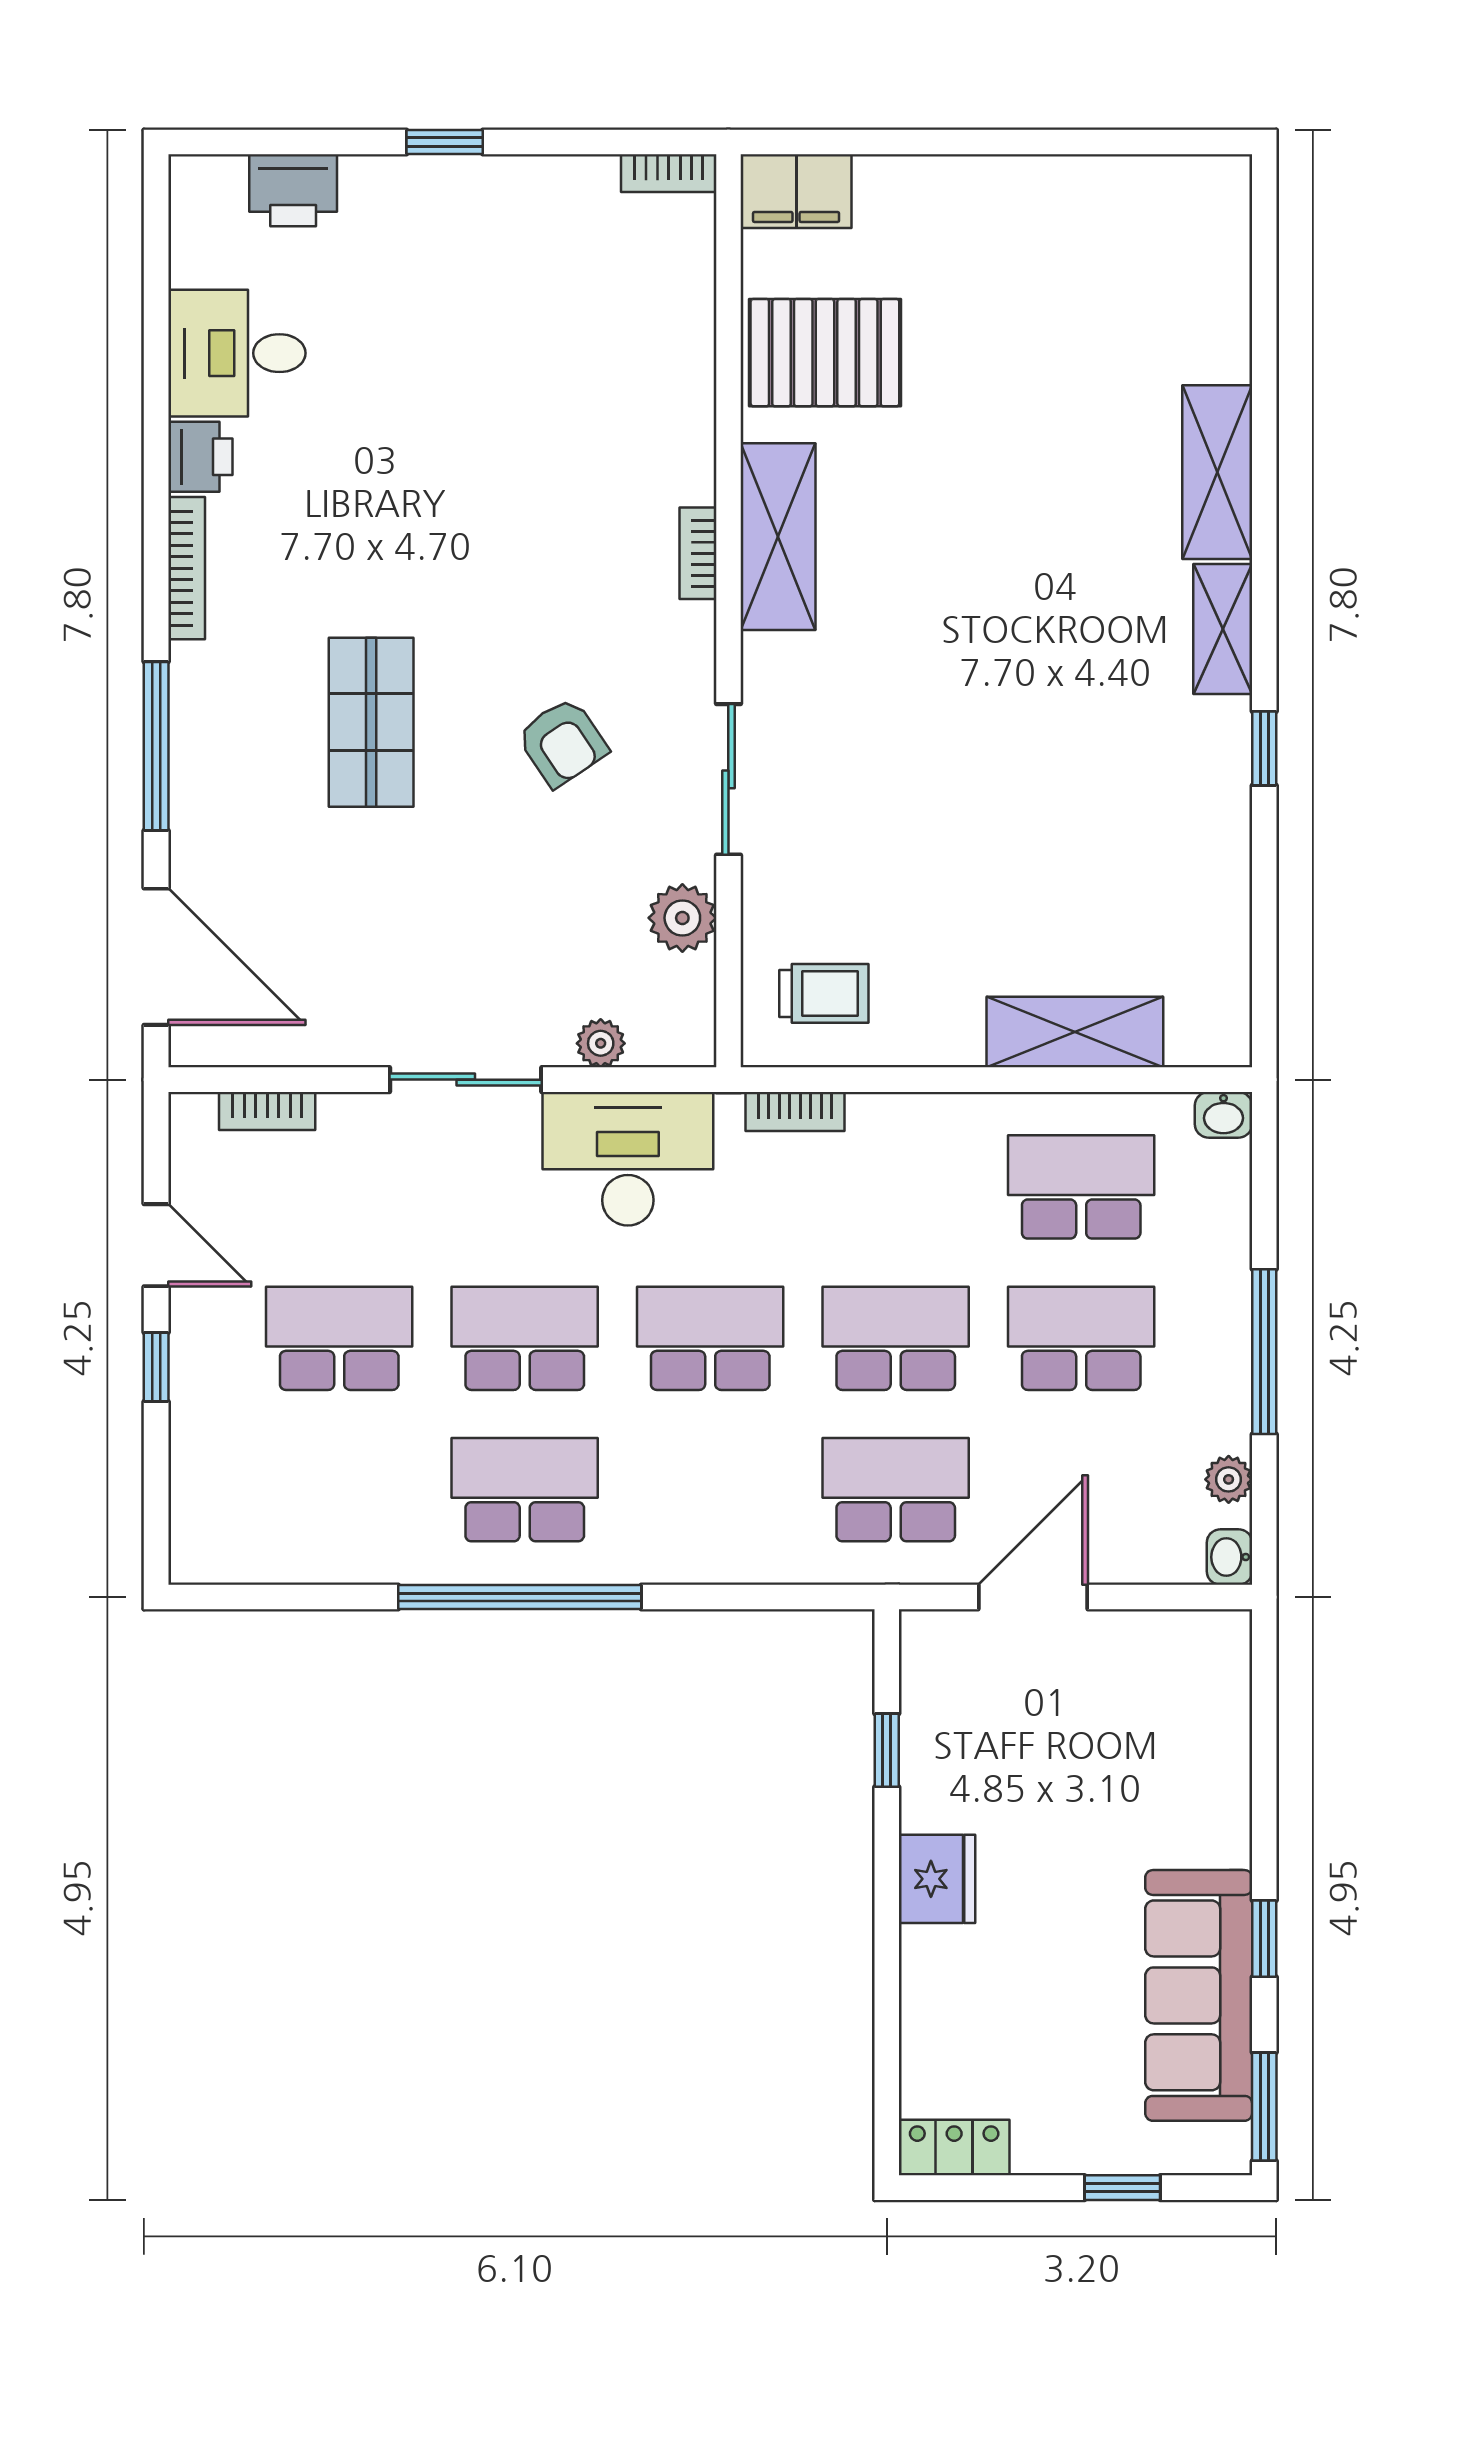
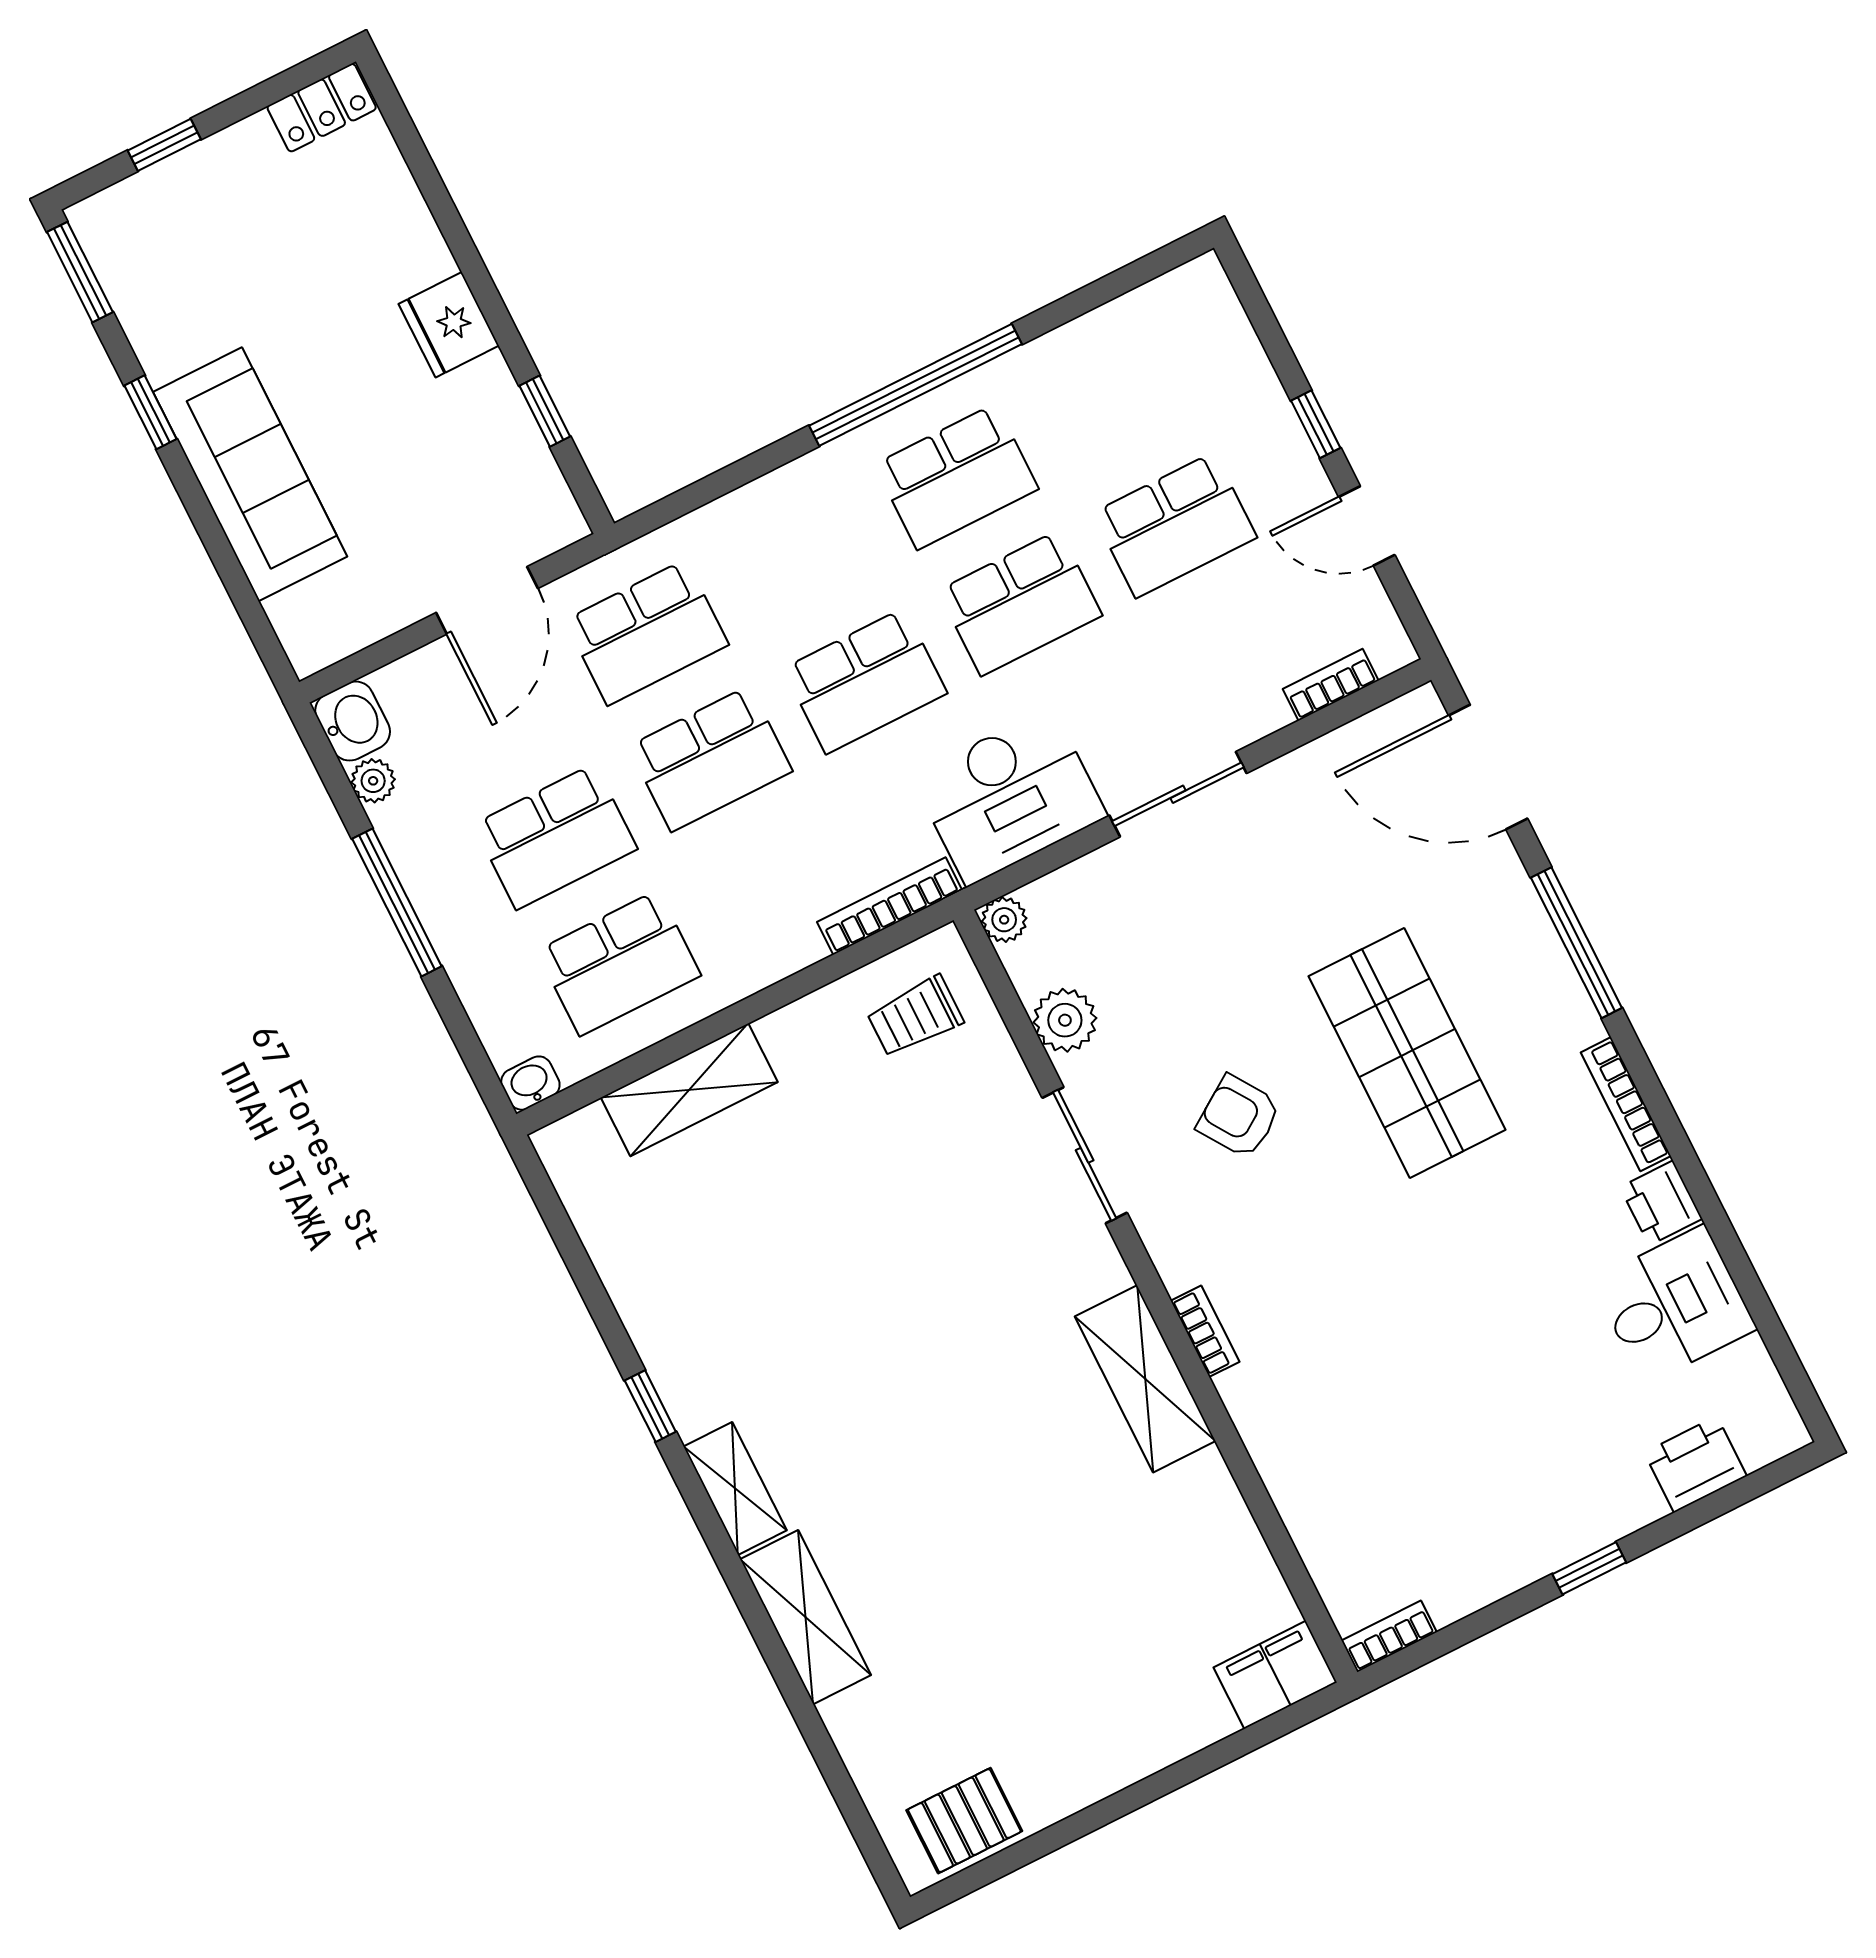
pallet: (825, 353) -> (964, 1821), moved, width x0.67, depth x0.71
shop shelf: (371, 722) -> (1407, 1053), width x1.43, depth x1.36
plant: (601, 1043) -> (1004, 920), moved
bookcase: (795, 1111) -> (890, 906), width x1.56
washbasin: (1229, 1557) -> (353, 721), width x1.38, depth x1.45
sofa: (1199, 1995) -> (250, 474), moved

